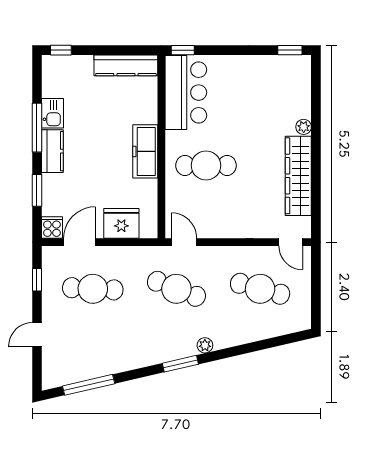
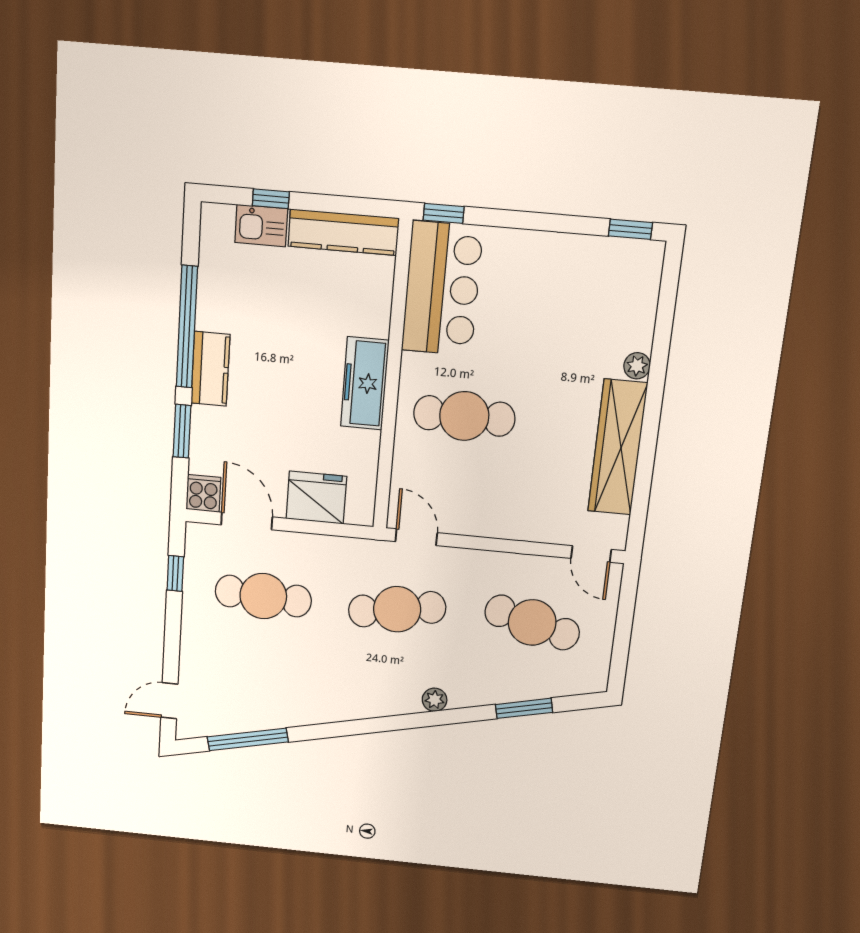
window: (61, 50) -> (271, 199), moved
kitchen sink: (52, 113) -> (261, 226), moved, turned 90
window: (37, 128) -> (187, 327), width x1.46
door: (80, 242) -> (247, 521), hinge flipped
cafe table: (176, 289) -> (397, 609), turned -30
door: (37, 335) -> (169, 701), moved
window: (180, 364) -> (524, 708), moved

